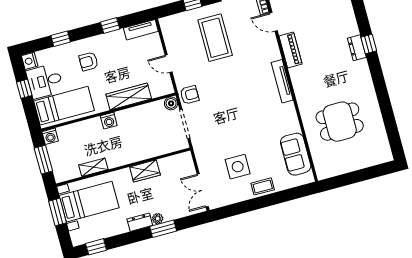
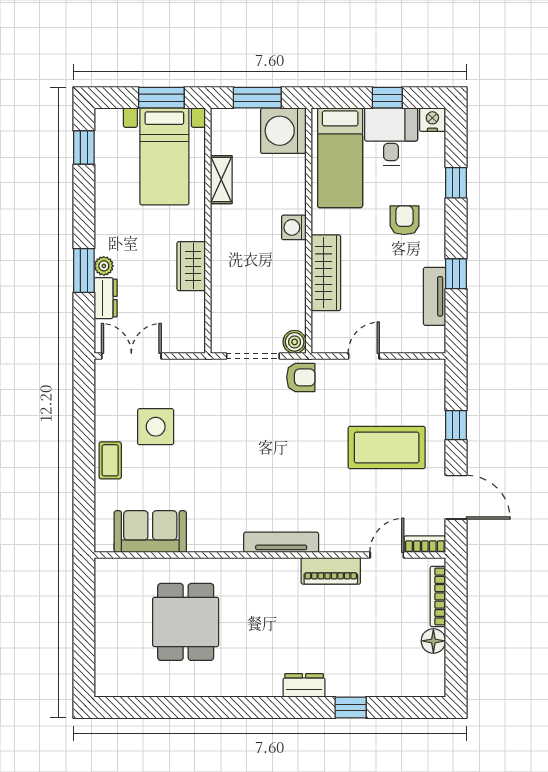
tv unit: (141, 30) -> (435, 296), moved
window: (369, 44) -> (351, 707), moved
armchair: (189, 95) -> (301, 377), turned -90
washing machine: (50, 136) -> (283, 131), width x1.89, depth x1.89
dresser: (140, 222) -> (106, 298), moved

